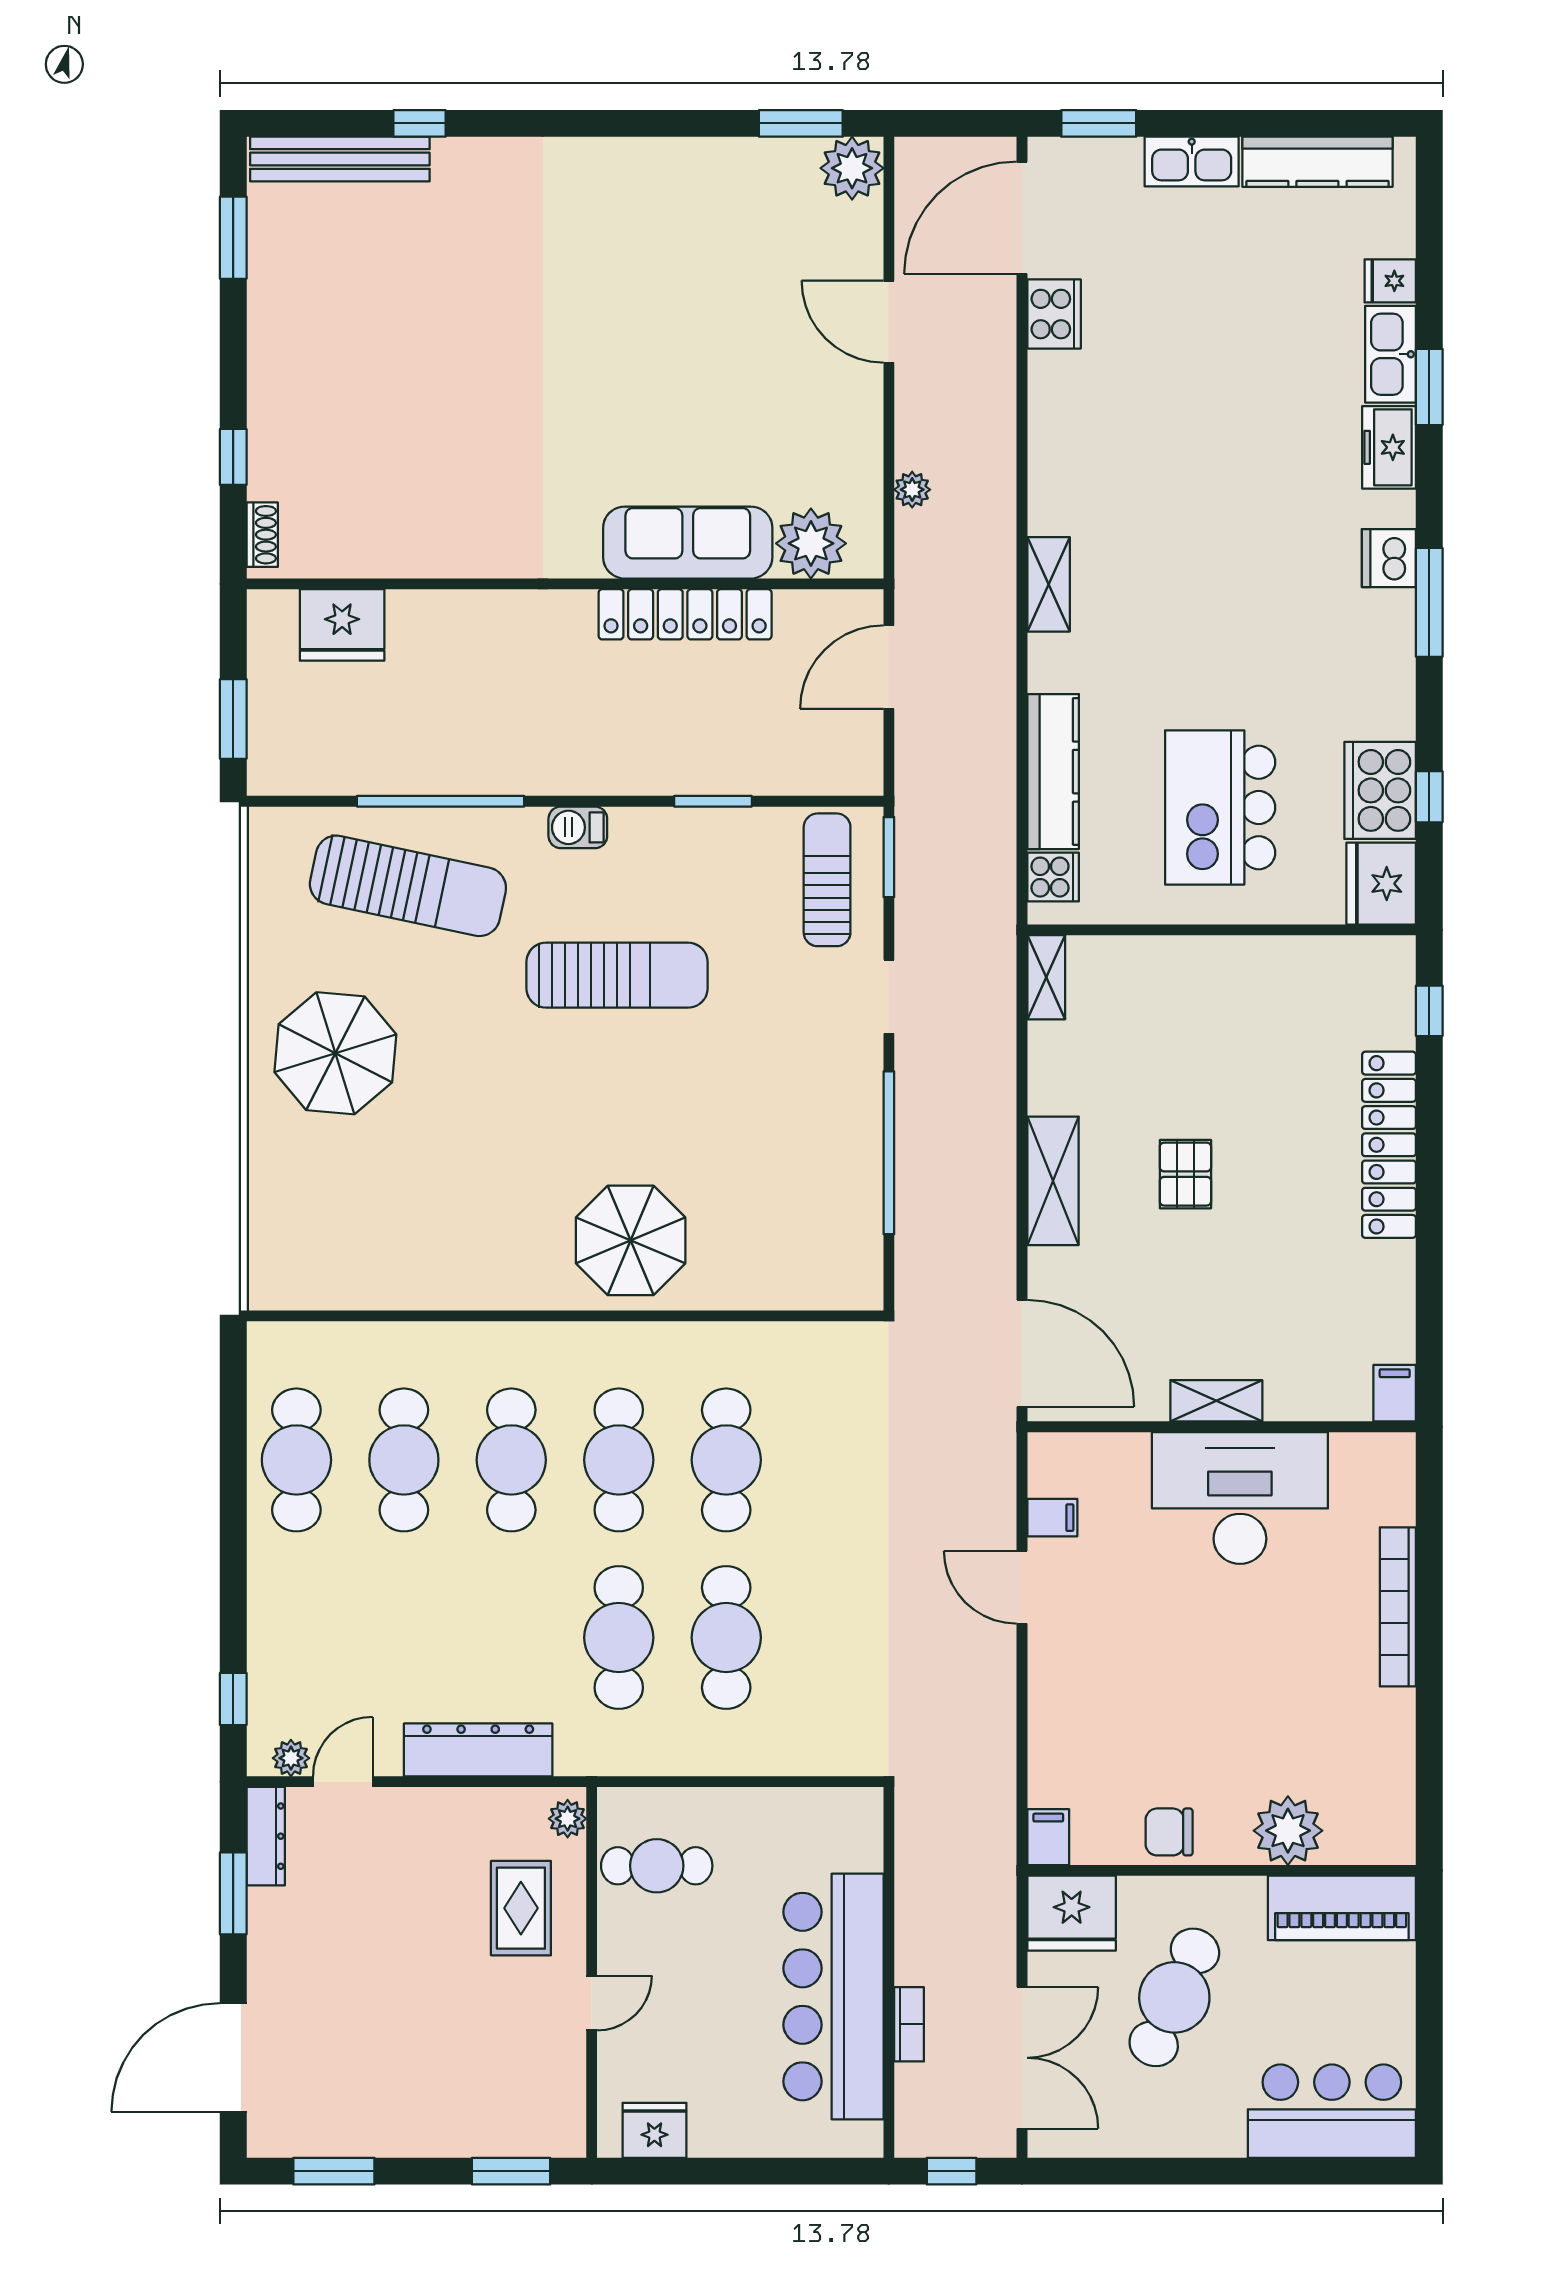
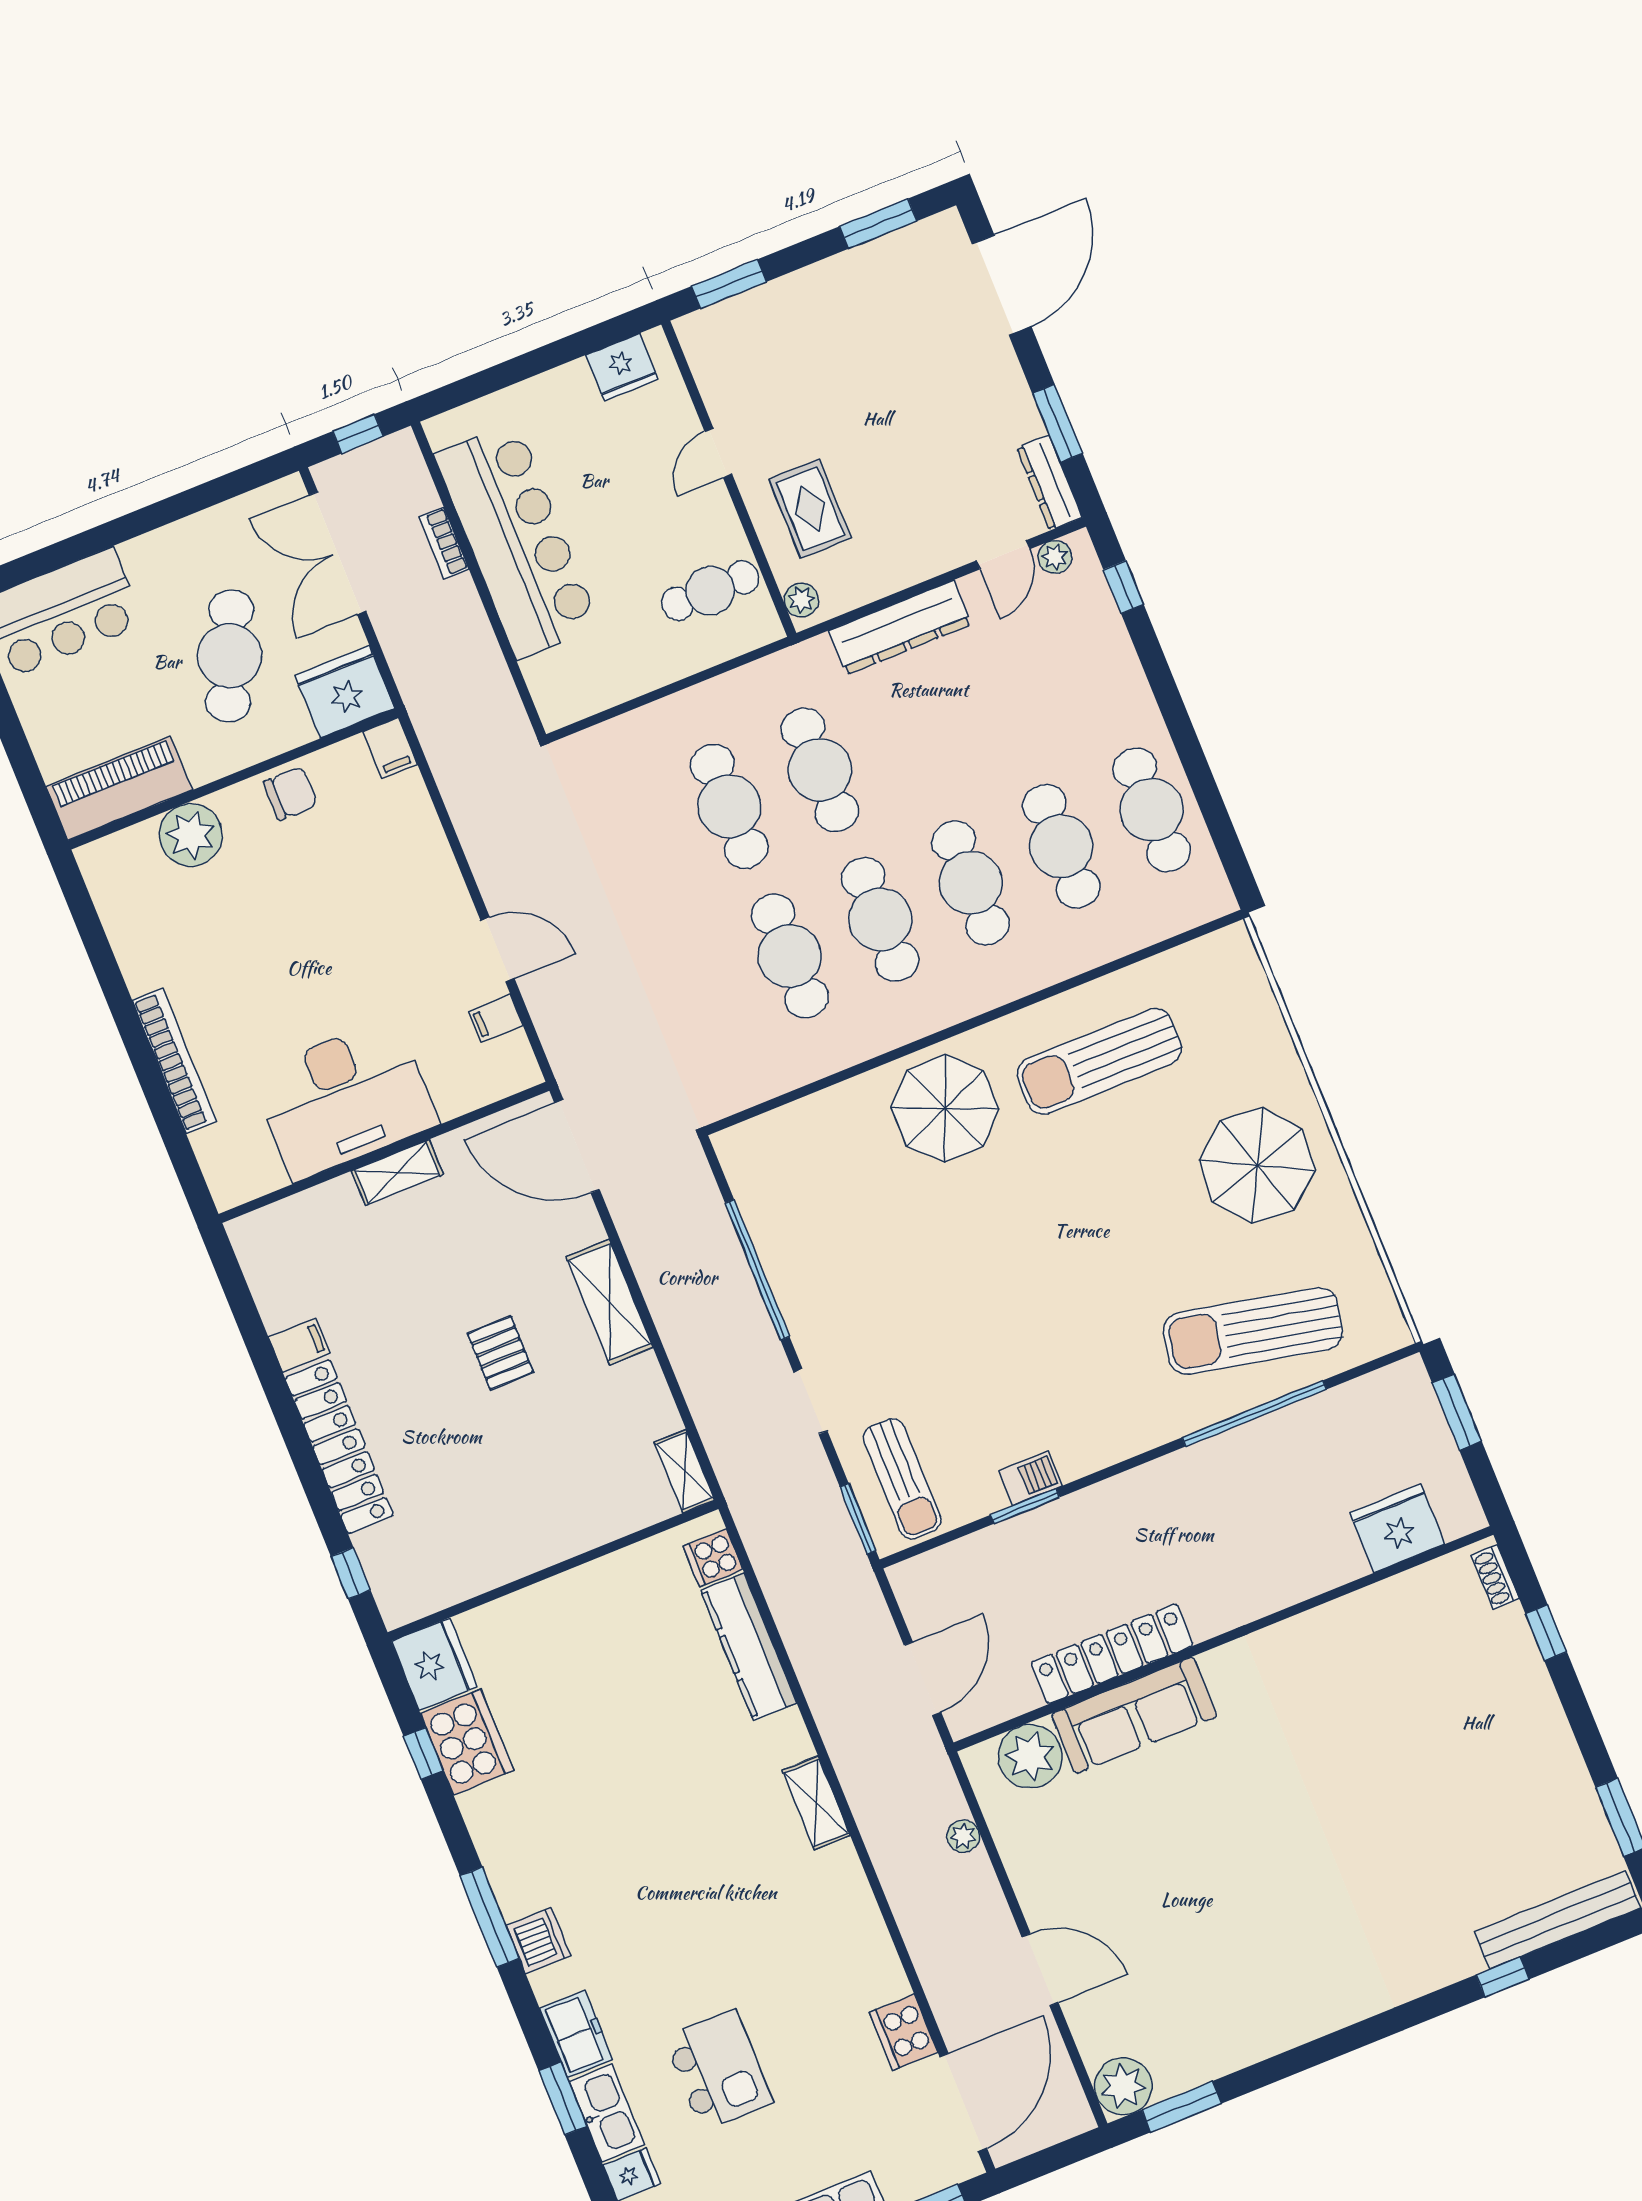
kitchen island: (1220, 807) -> (719, 2070), moved, width x0.73, depth x0.78
barbecue: (578, 827) -> (1030, 1478), moved
sun lounger: (617, 975) -> (1099, 1061), moved
filing cabinet: (1395, 1393) -> (299, 1345), moved, turned -90

